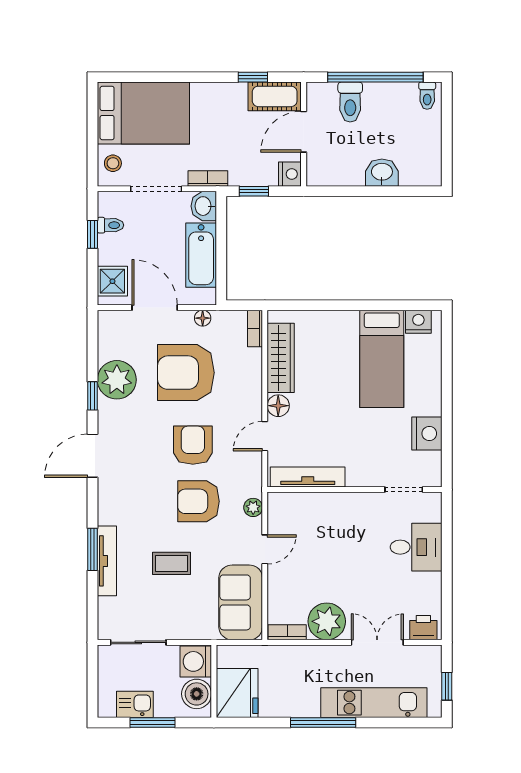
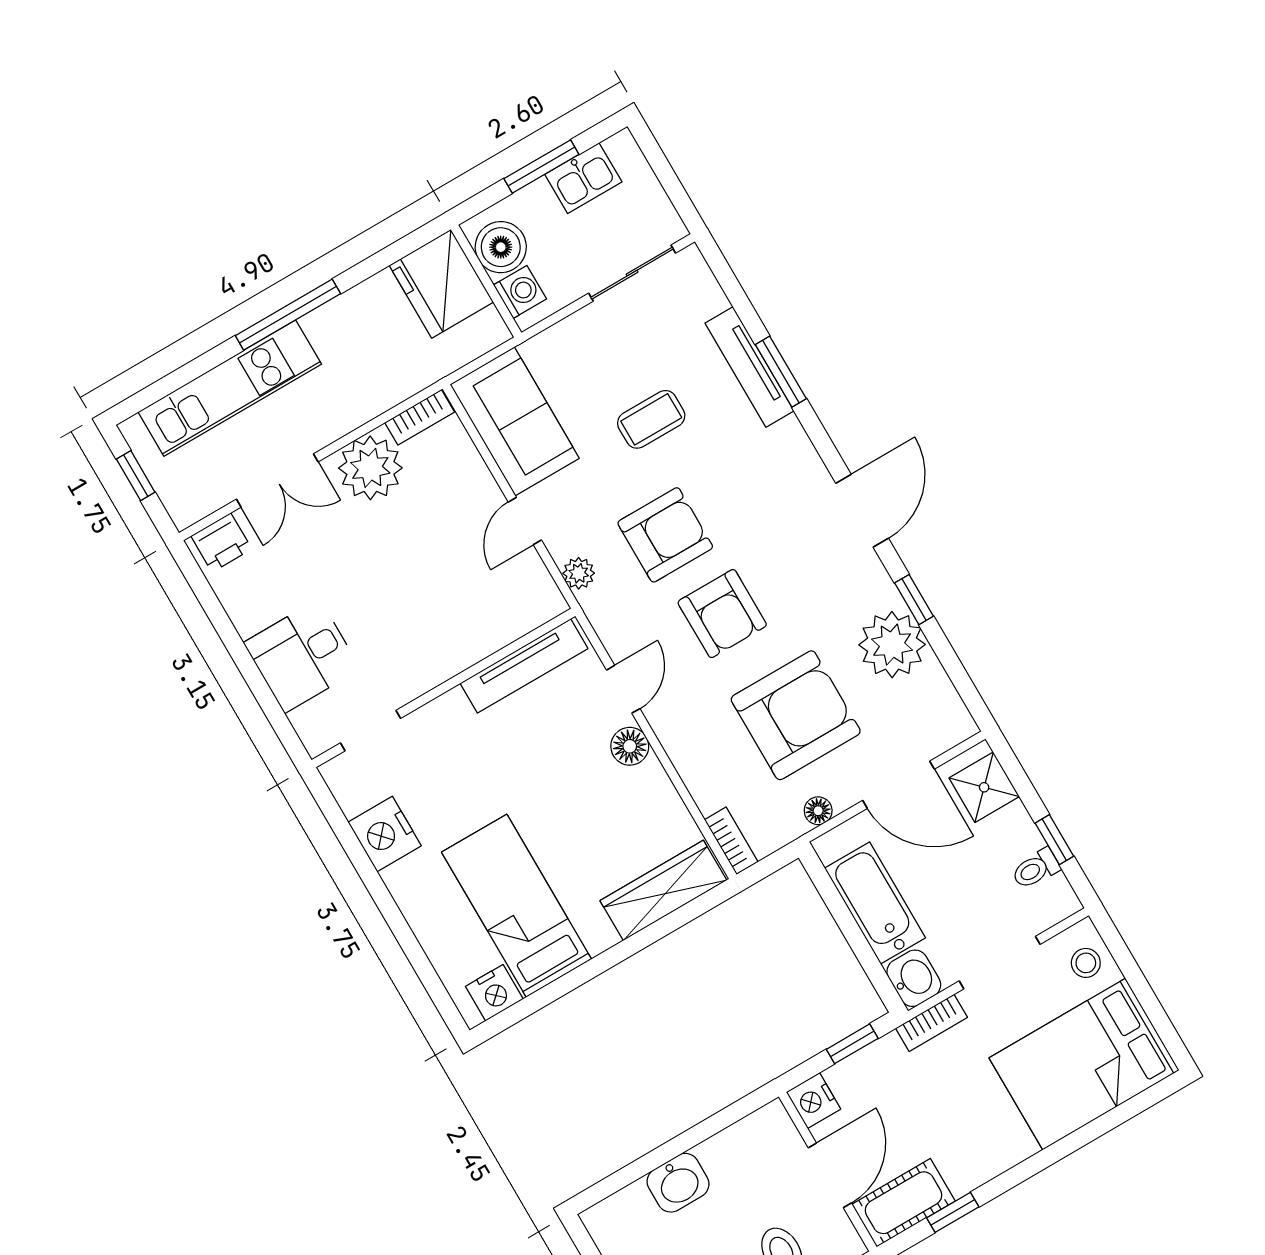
wardrobe: (281, 358) -> (663, 890), moved, turned 90
washing machine: (196, 661) -> (520, 292), width x0.73, depth x0.73

